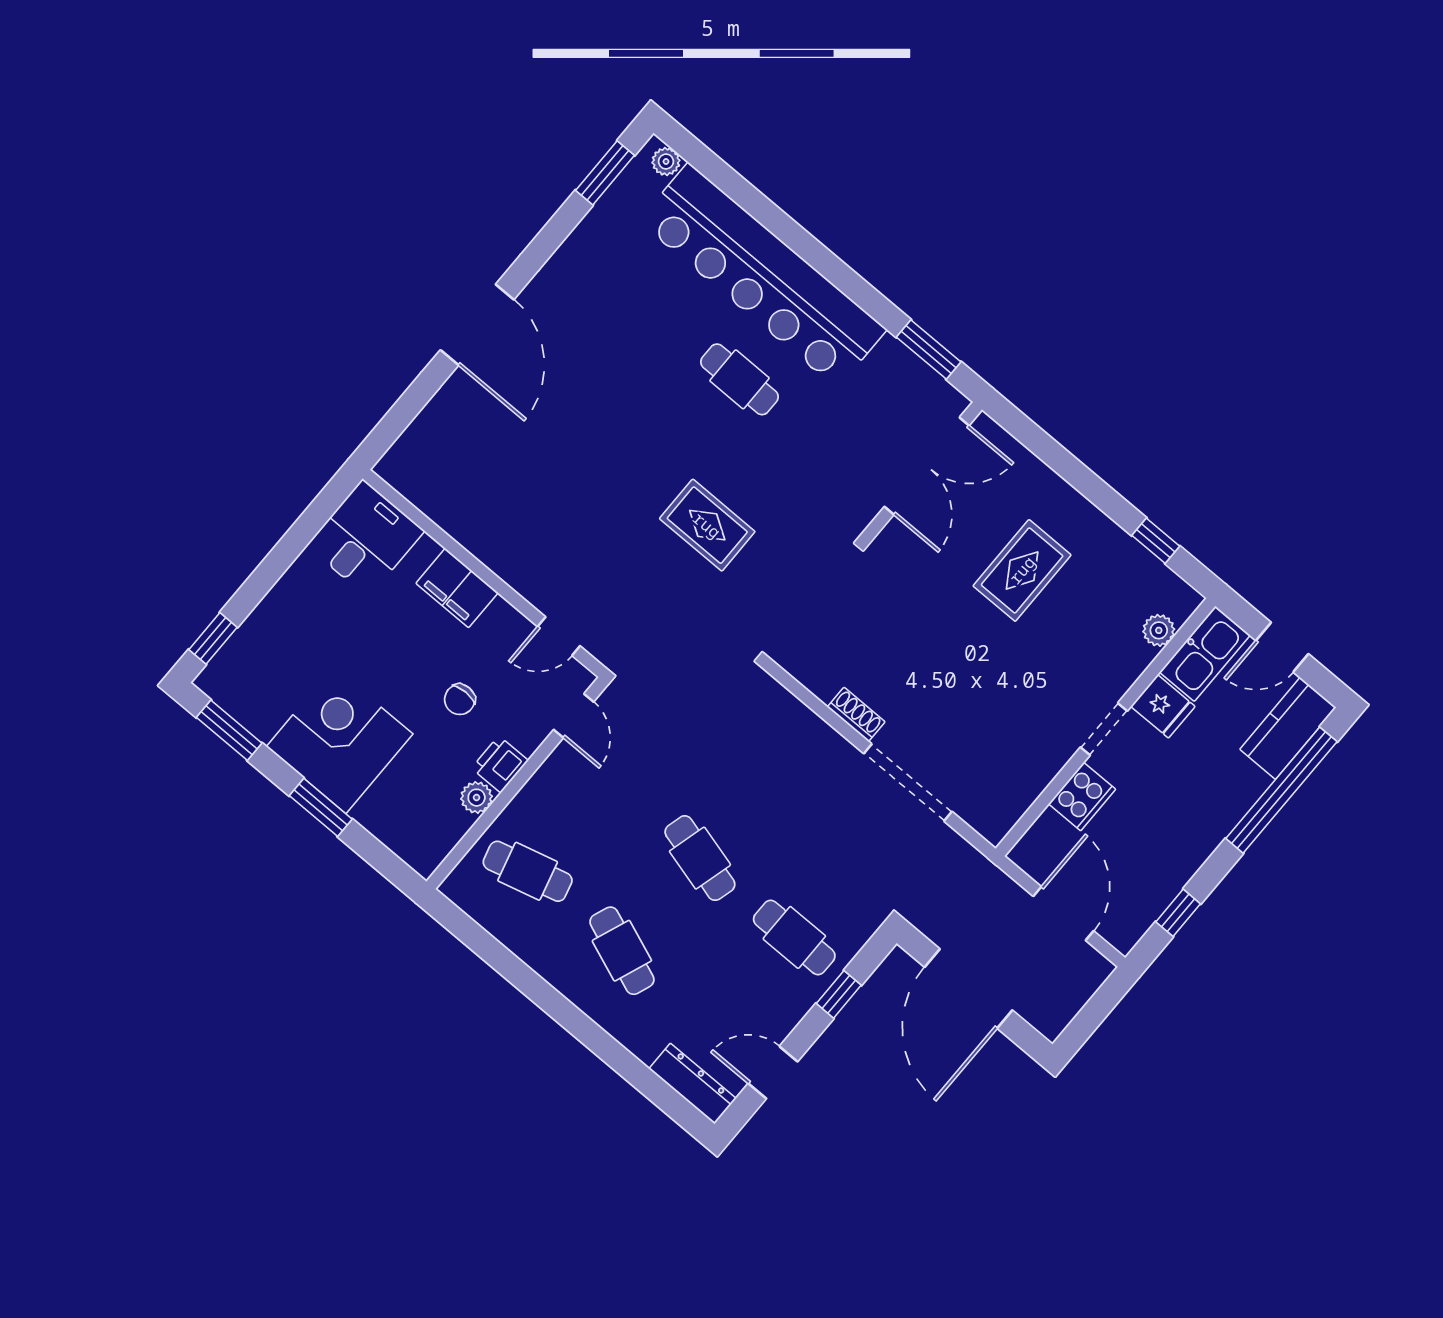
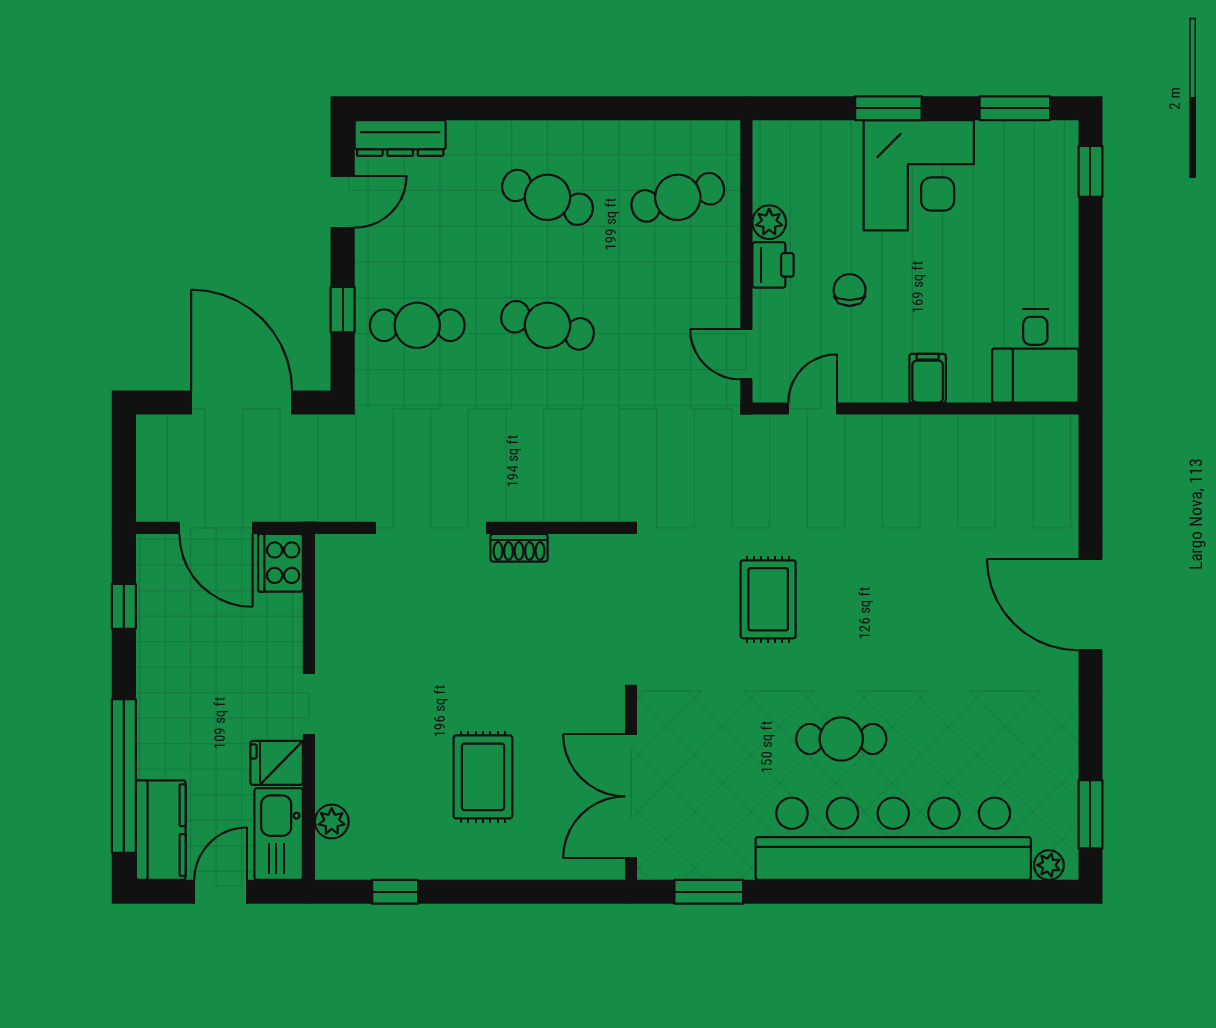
rug: (707, 525) -> (768, 599), turned 90
filing cabinet: (457, 588) -> (928, 378), width x0.50
cooker: (1082, 797) -> (281, 563), moved

